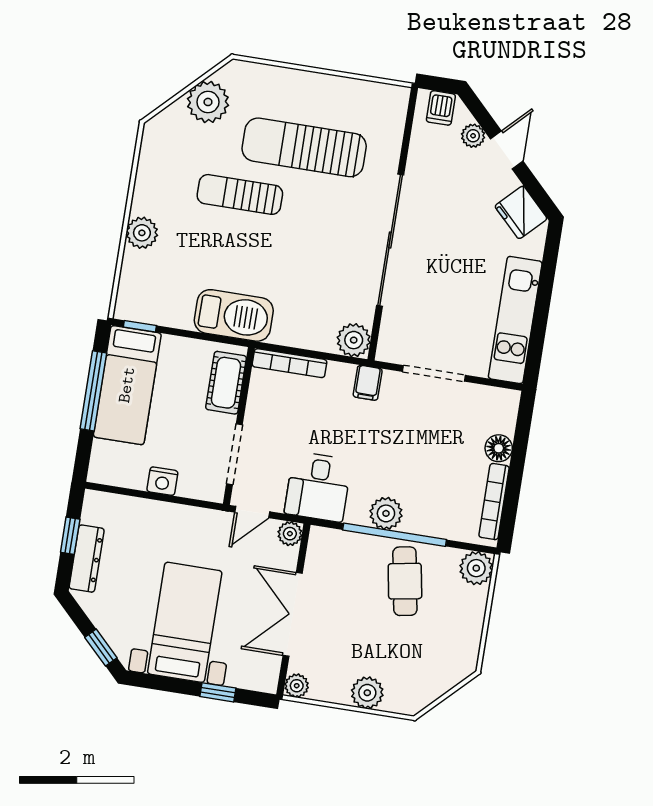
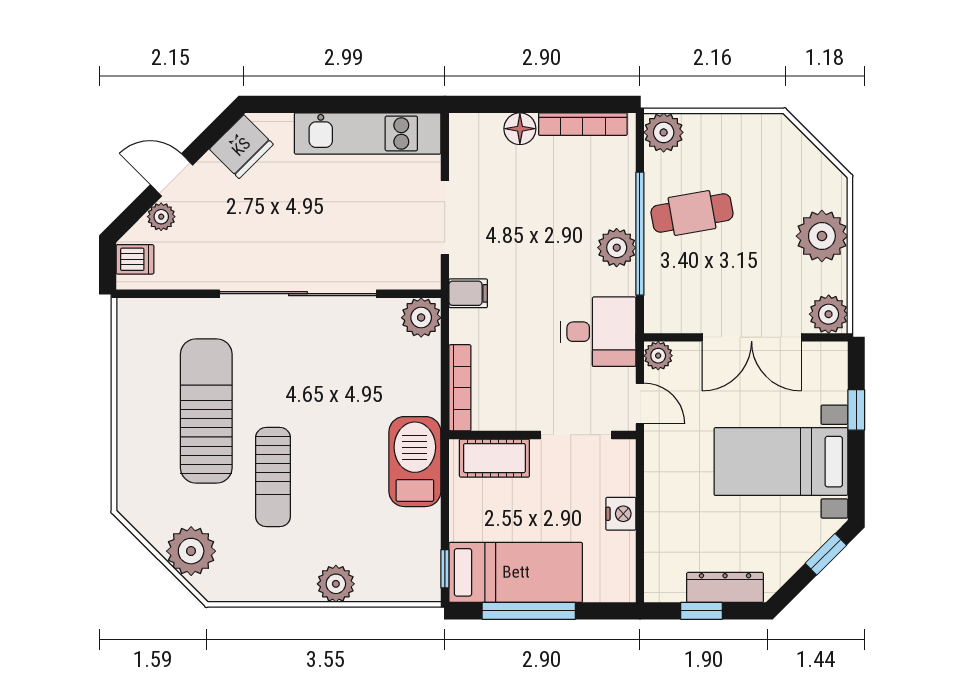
plant: (208, 102) -> (191, 551), moved
sun lounger: (304, 147) -> (206, 411), turned 180
plant: (297, 686) -> (829, 314), width x1.38, depth x1.38
plant: (367, 693) -> (822, 236), width x1.36, depth x1.36

